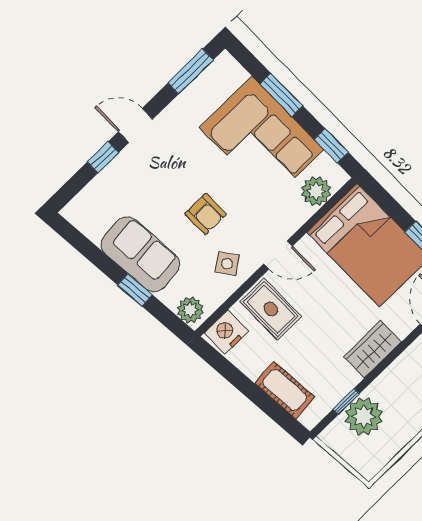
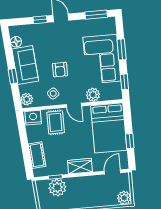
plant: (316, 191) -> (93, 95), moved
floor lamp: (93, 228) -> (16, 42), added

